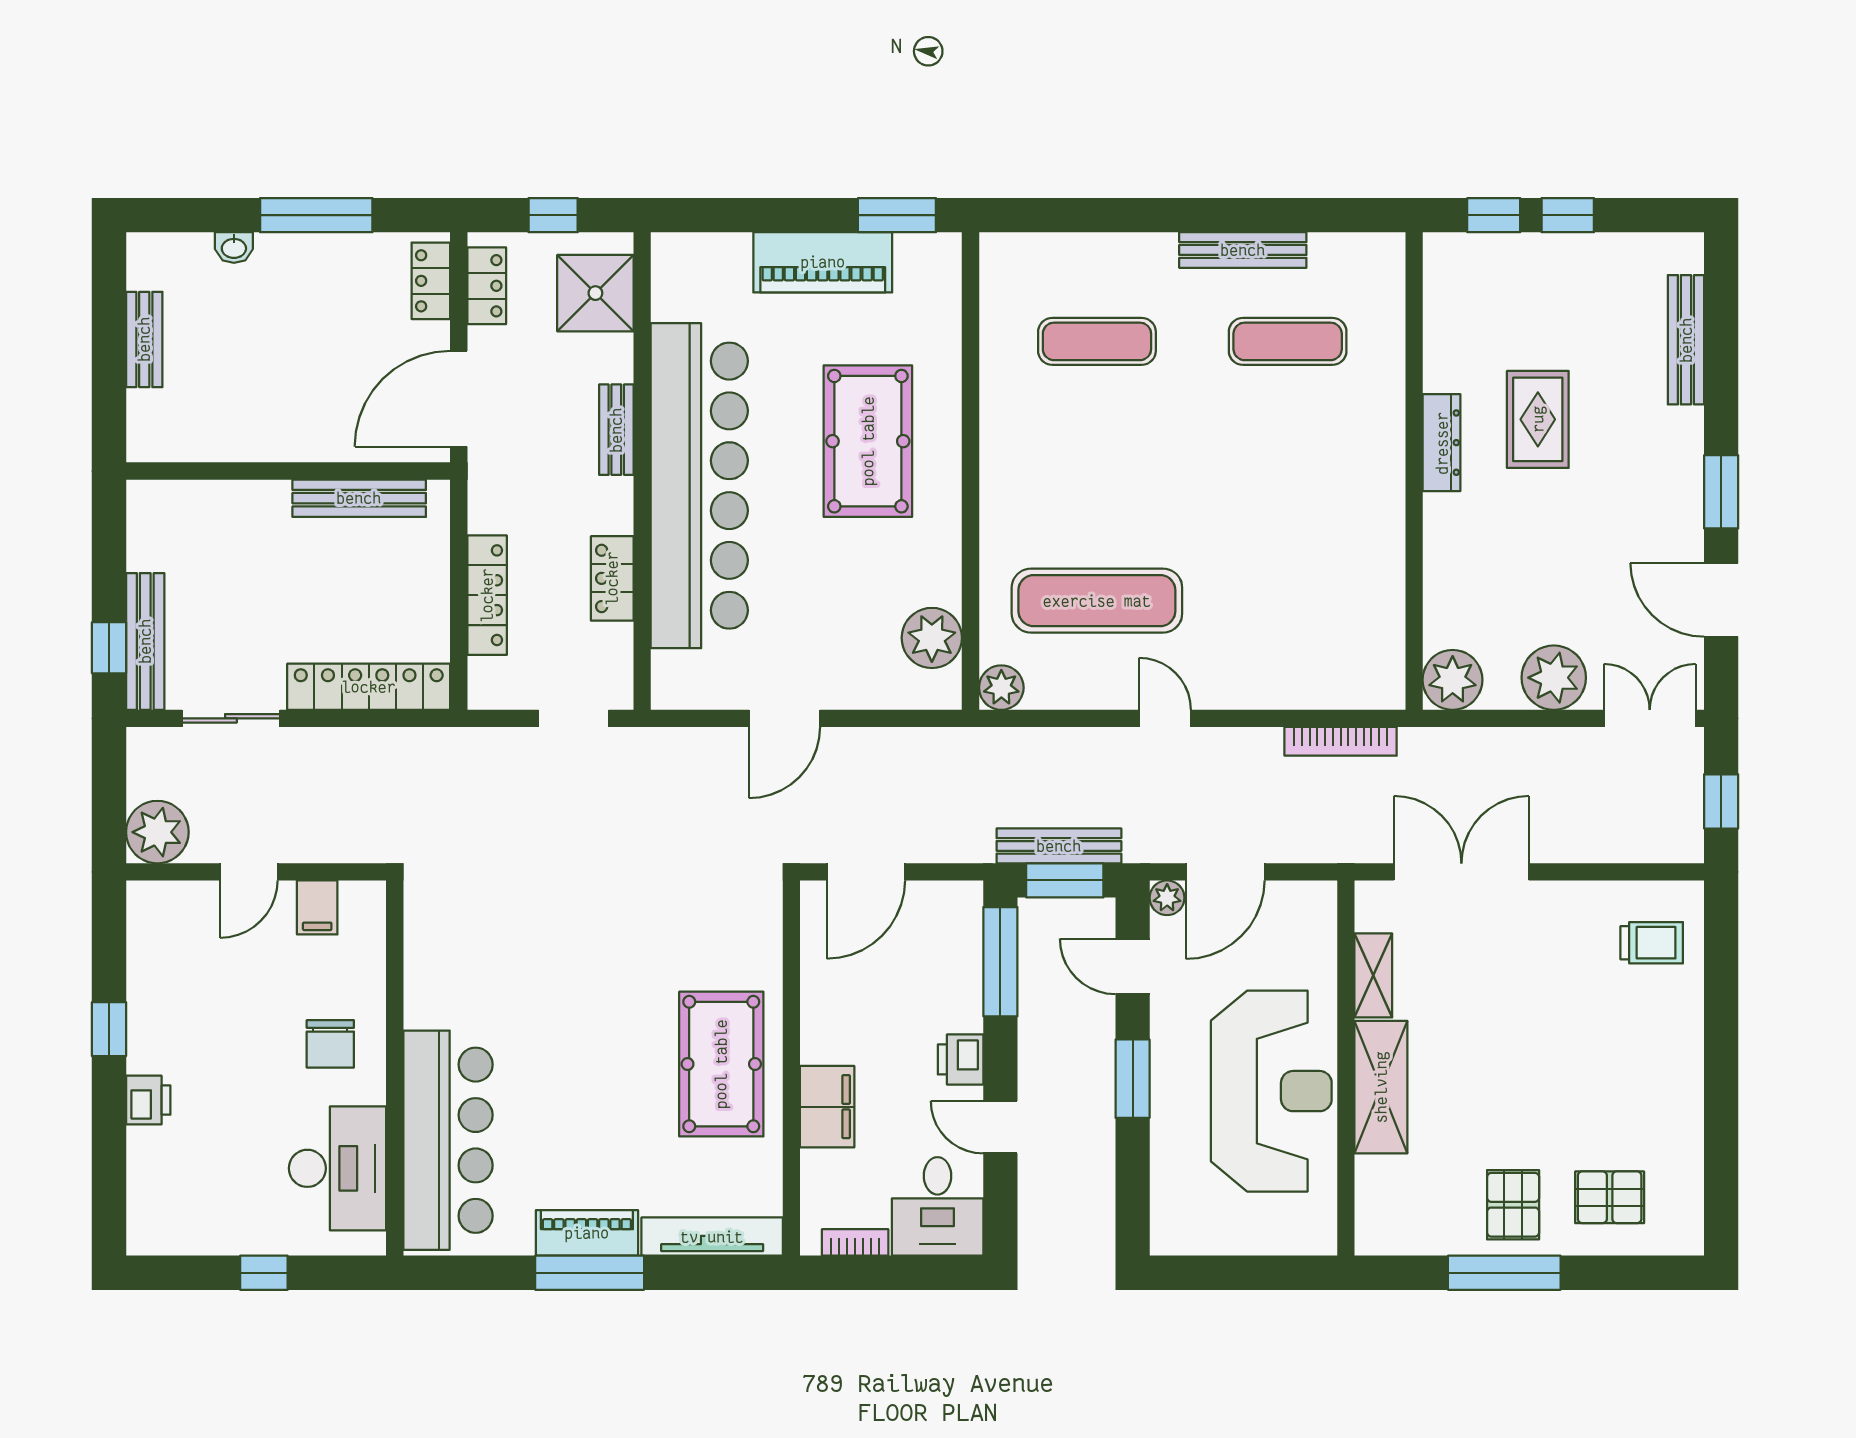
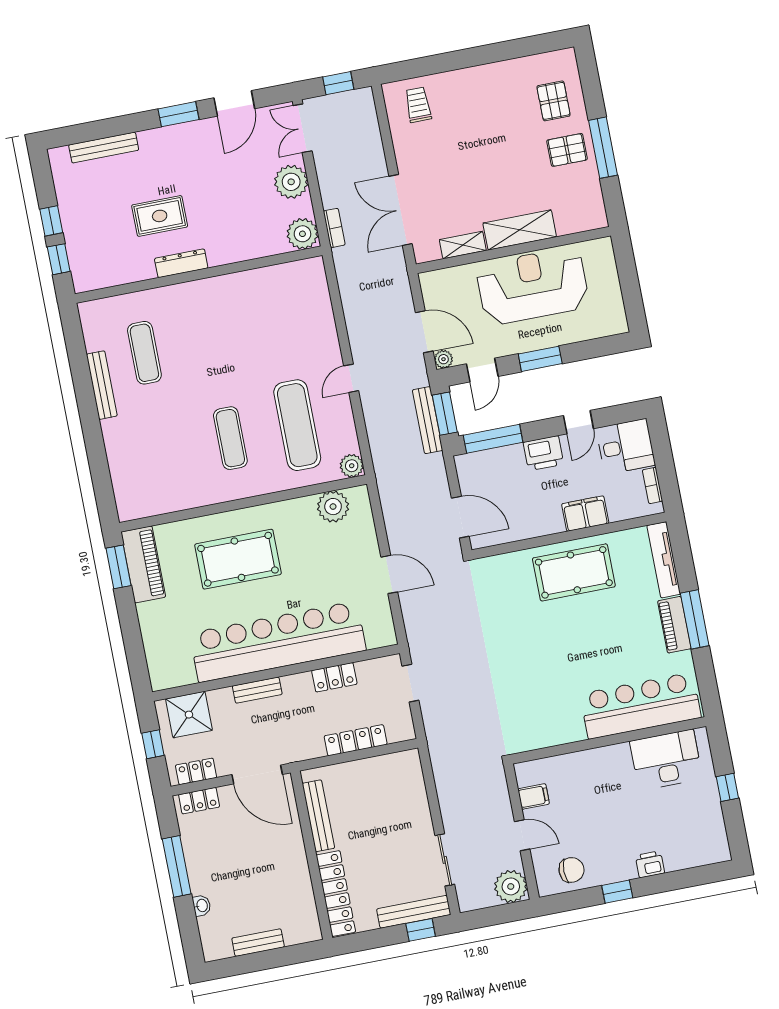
piano: (823, 262) -> (143, 564), moved
exercise mat: (1097, 341) -> (230, 438), moved
locker: (369, 687) -> (336, 894), moved, turned 180
bookcase: (1341, 741) -> (334, 228), moved, width x0.64
chair: (330, 1044) -> (571, 870), moved
printer: (961, 1059) -> (543, 453), width x1.36, depth x1.24

